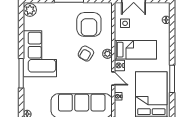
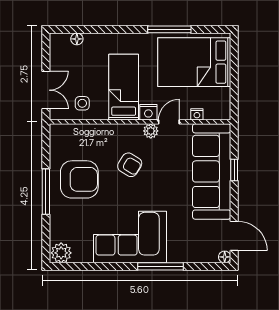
armchair: (89, 24) -> (79, 179), moved
plant: (107, 54) -> (151, 131), moved

